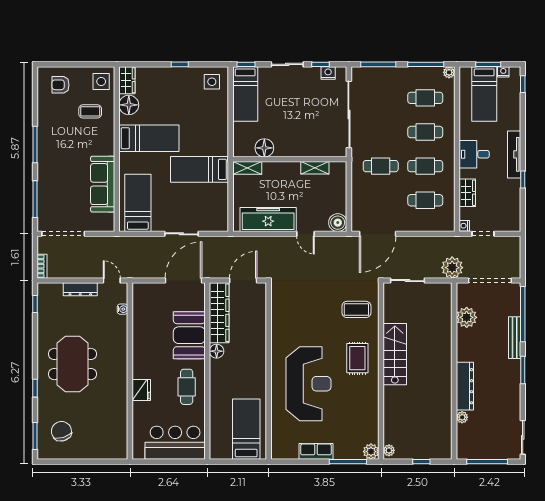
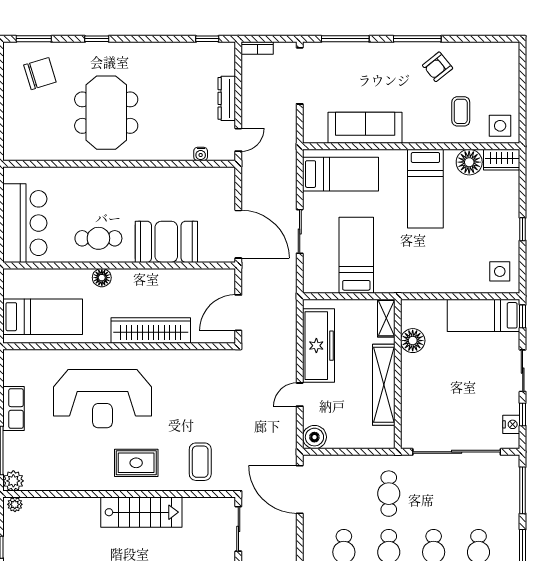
armchair: (60, 85) -> (438, 67), moved, turned -129
shelving: (315, 168) -> (384, 385), width x2.20, depth x1.33
bed: (200, 169) -> (356, 255), moved
door: (243, 281) -> (238, 313), swing flipped
wardrobe: (219, 313) -> (151, 330), moved, turned 180
floor lamp: (217, 351) -> (102, 278), moved
meeting table: (73, 364) -> (106, 113), moved, turned 90
fridge: (141, 390) -> (94, 179), removed

